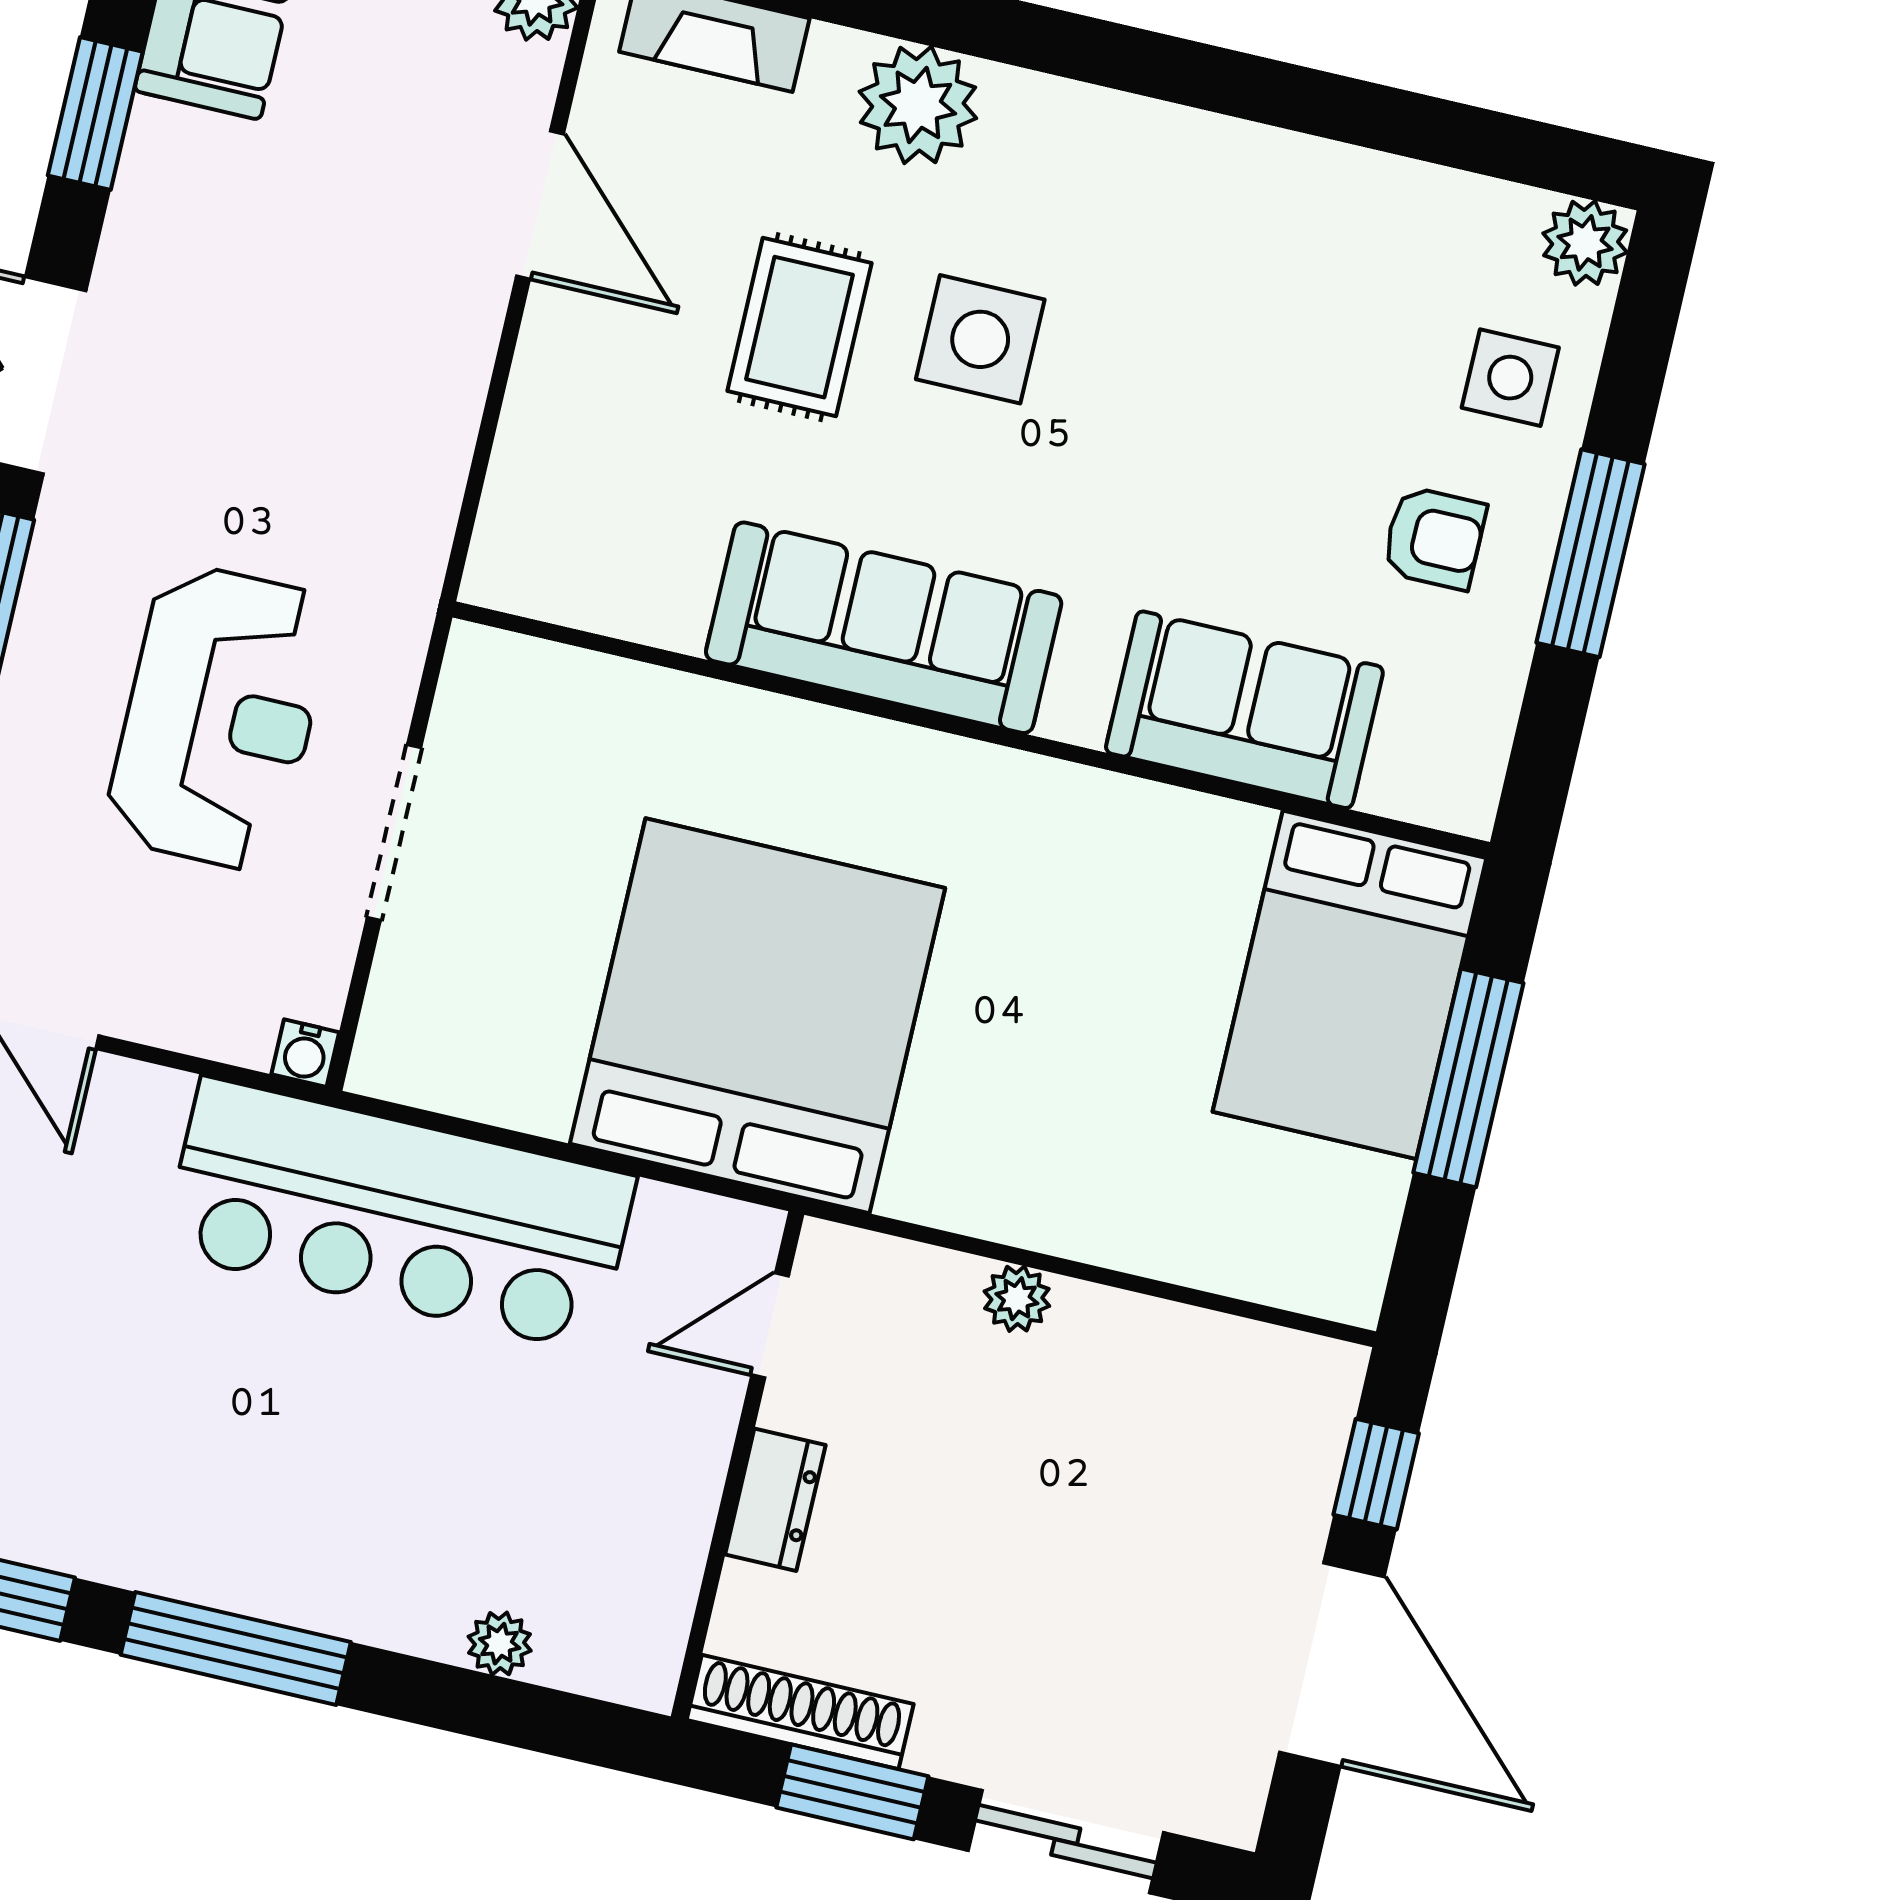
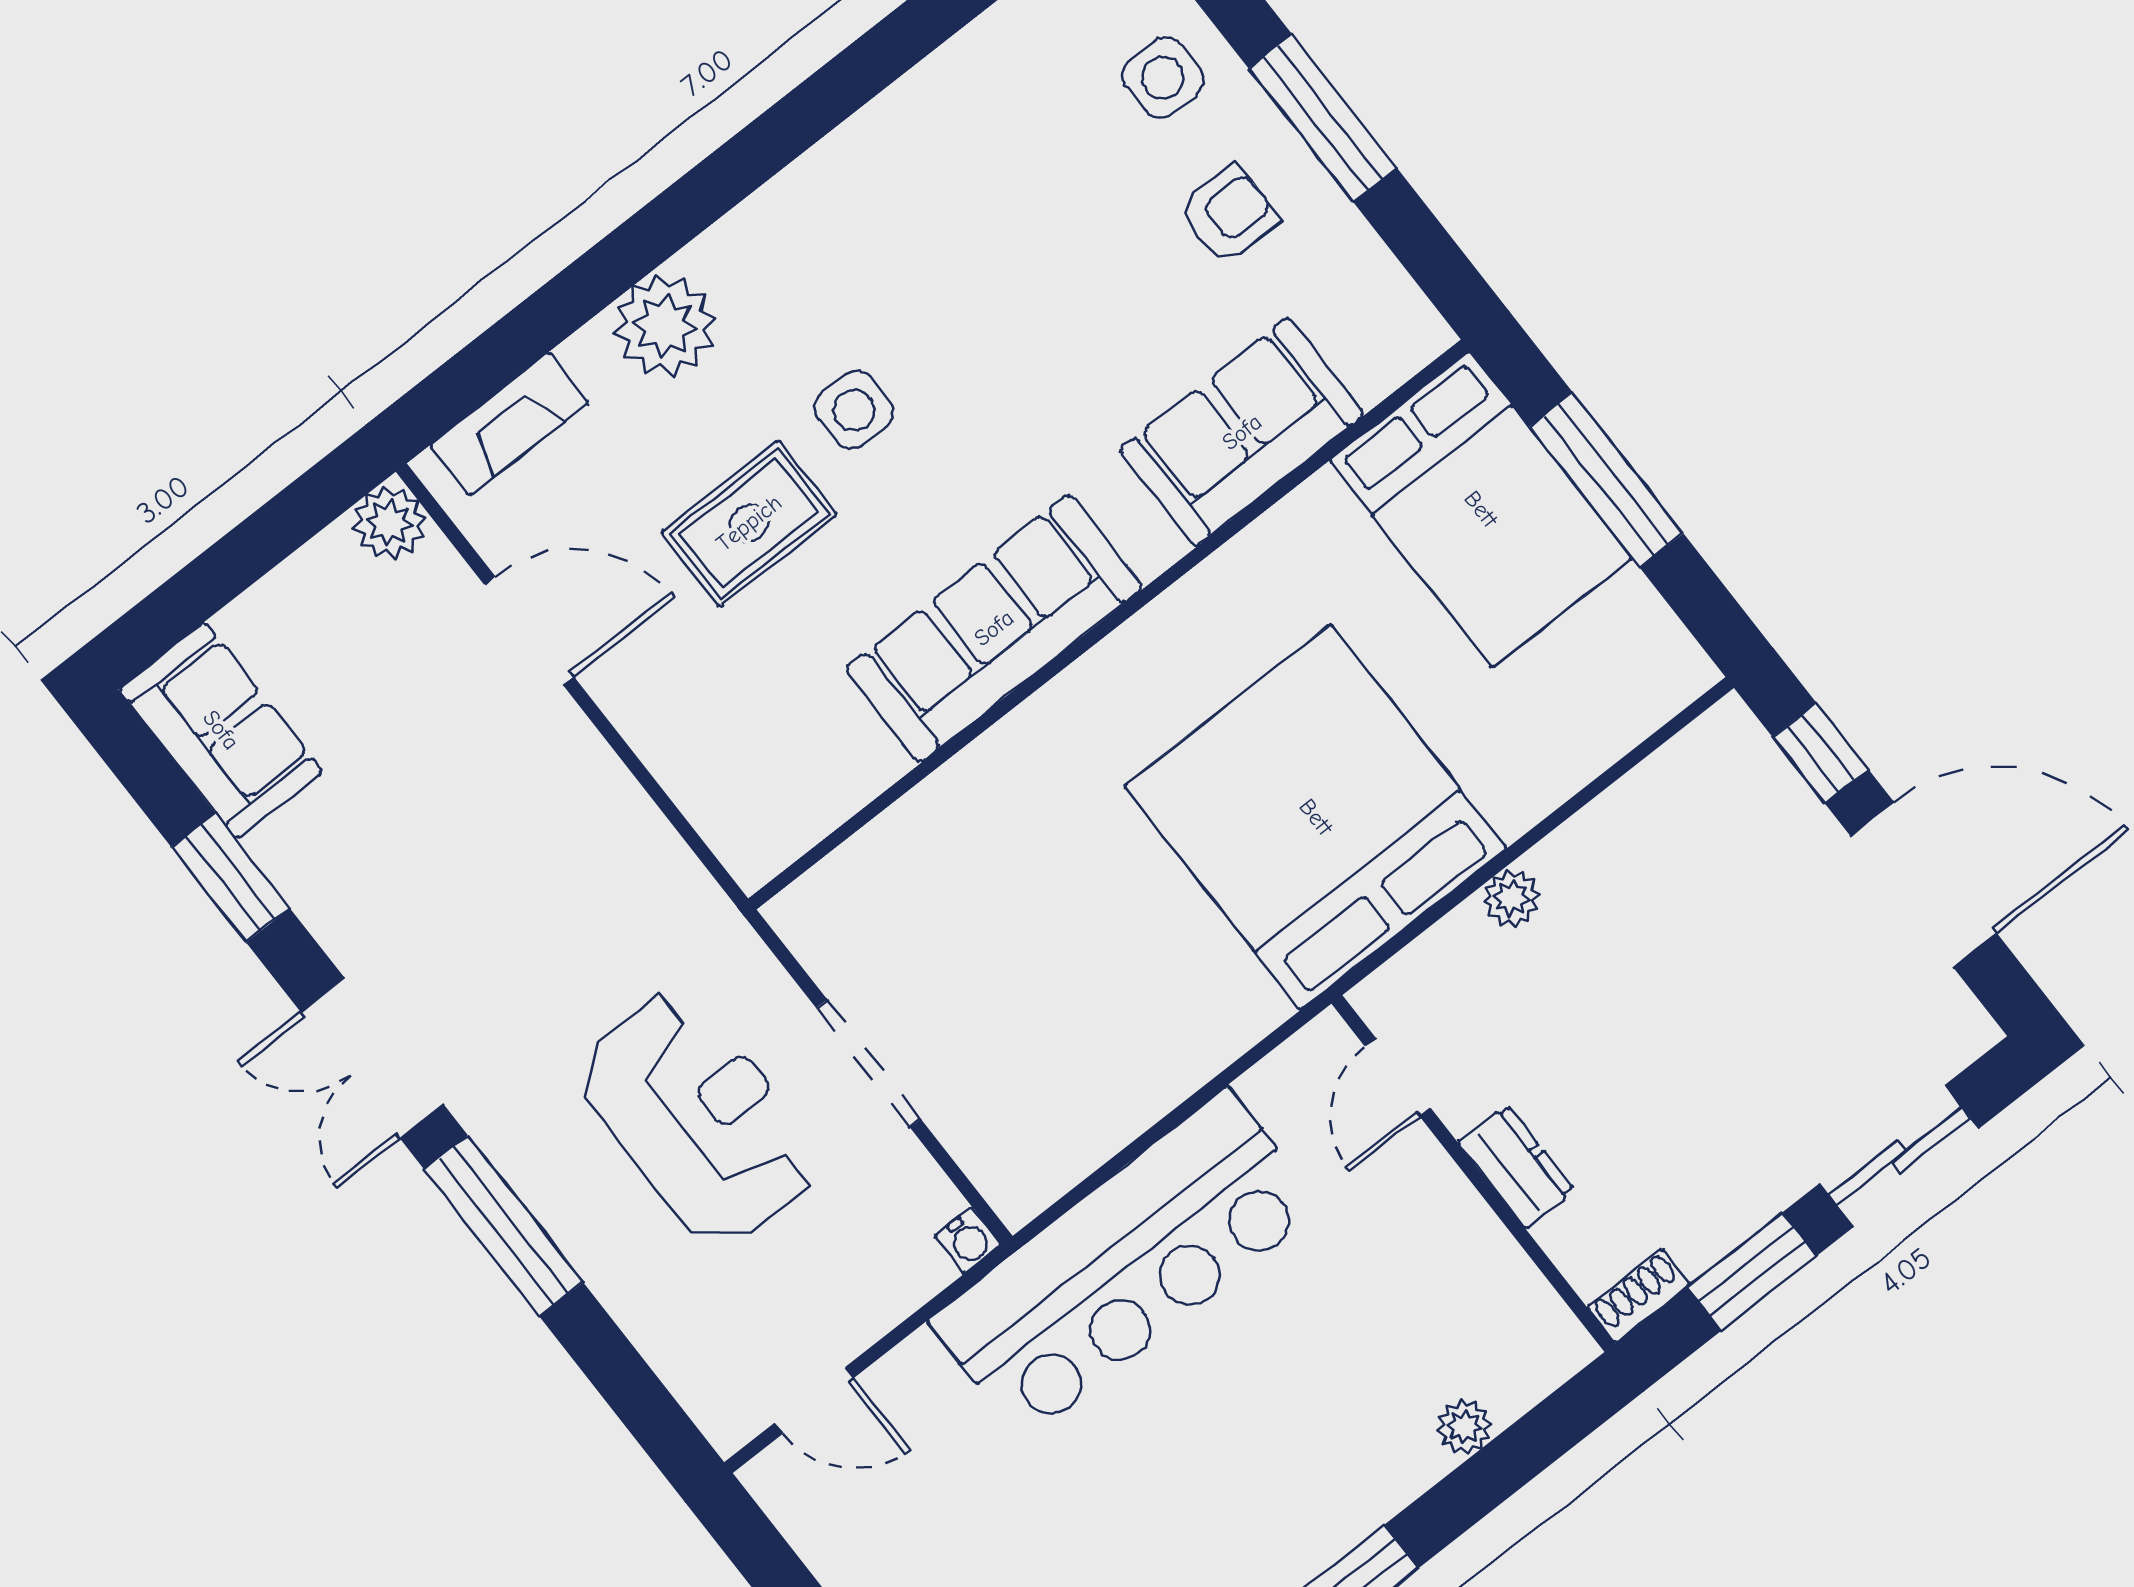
rug: (799, 327) -> (749, 523), turned 90
side table: (980, 339) -> (854, 410), width x0.73, depth x0.73
bed: (758, 1016) -> (1316, 817), moved
shoe rack: (800, 1712) -> (1639, 1296), width x0.51, depth x0.81

